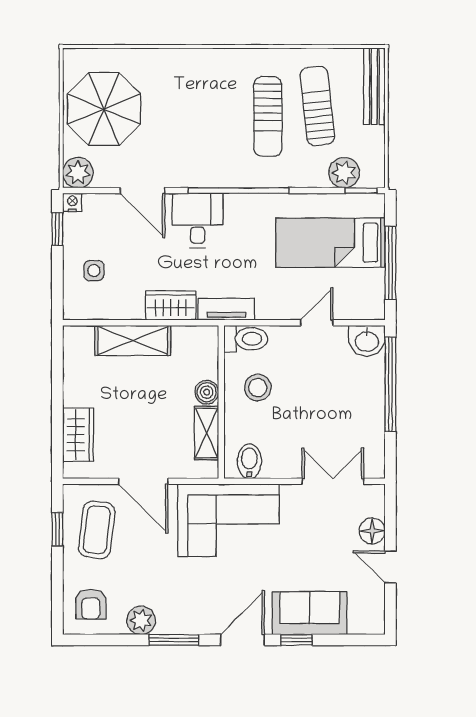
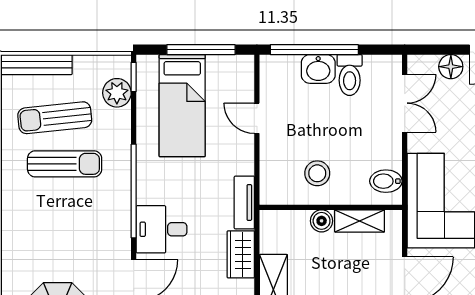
toilet: (246, 339) -> (350, 75), moved, turned 180
washbasin: (367, 341) -> (318, 69), moved, turned 90
double door: (333, 481) -> (405, 103), swing flipped

